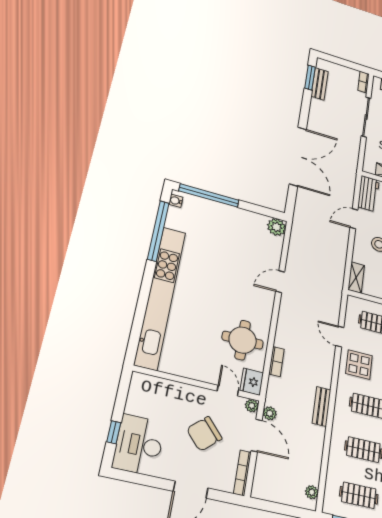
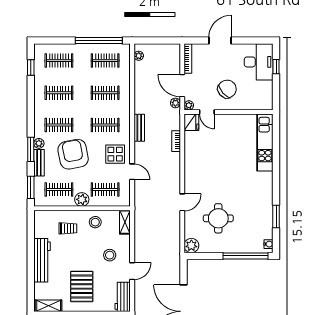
window: (158, 231) -> (276, 216), width x0.47
kitchen unit: (160, 297) -> (265, 142), width x0.54
round table: (243, 340) -> (218, 218), moved
bench: (322, 406) -> (139, 128), moved
chair: (204, 434) -> (227, 89), moved

